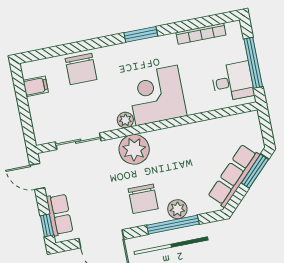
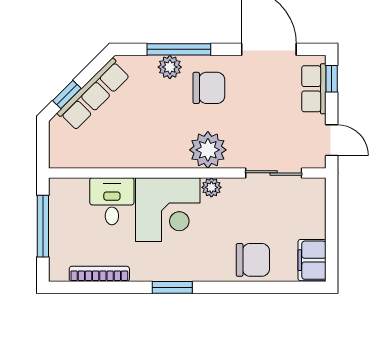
chair: (81, 69) -> (253, 260), turned 90
desk: (233, 82) -> (112, 201), moved, turned 90
filing cabinet: (36, 86) -> (312, 260), width x2.00
window: (255, 171) -> (67, 94), width x0.67
chair: (143, 199) -> (209, 88), turned 90

